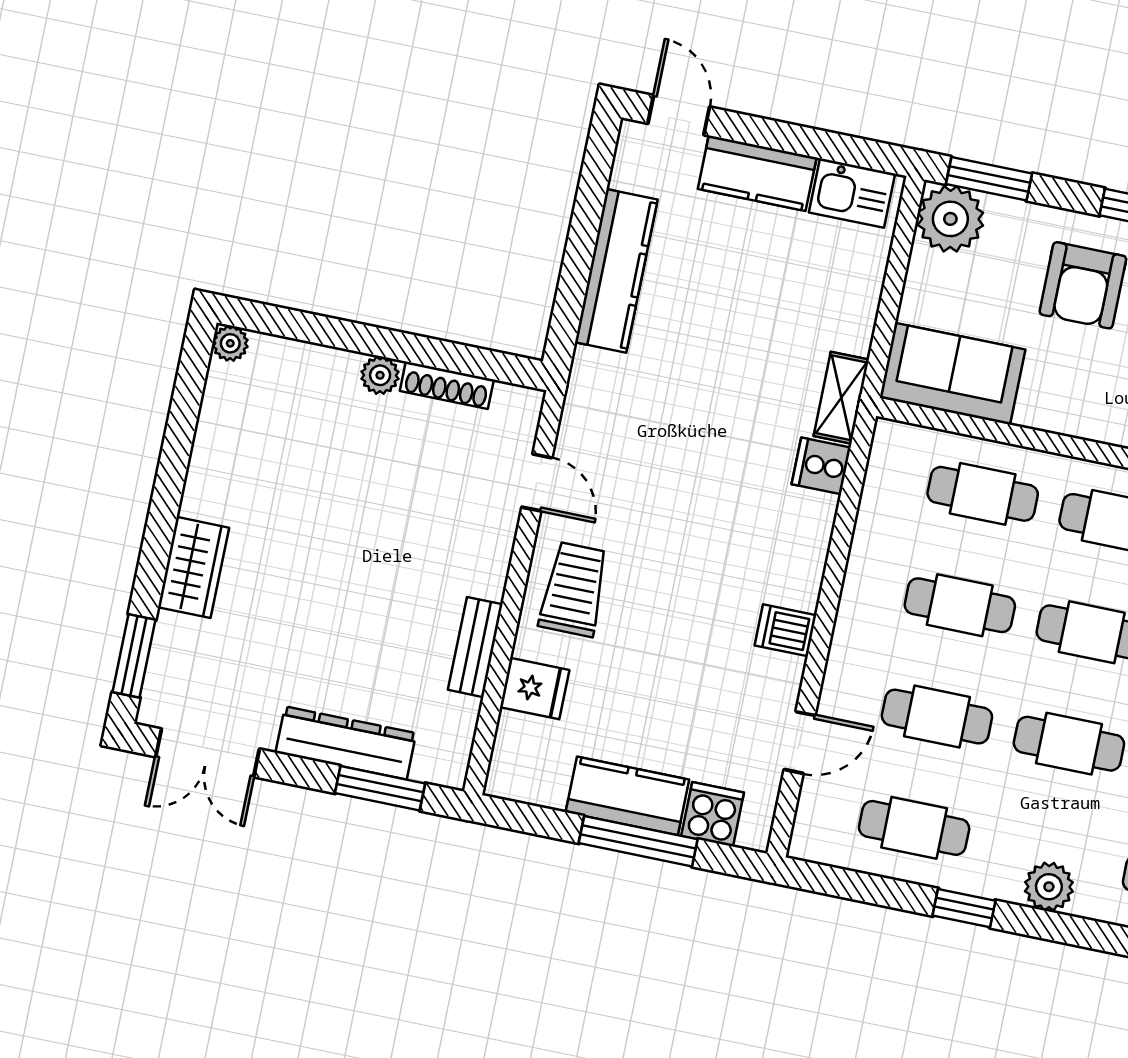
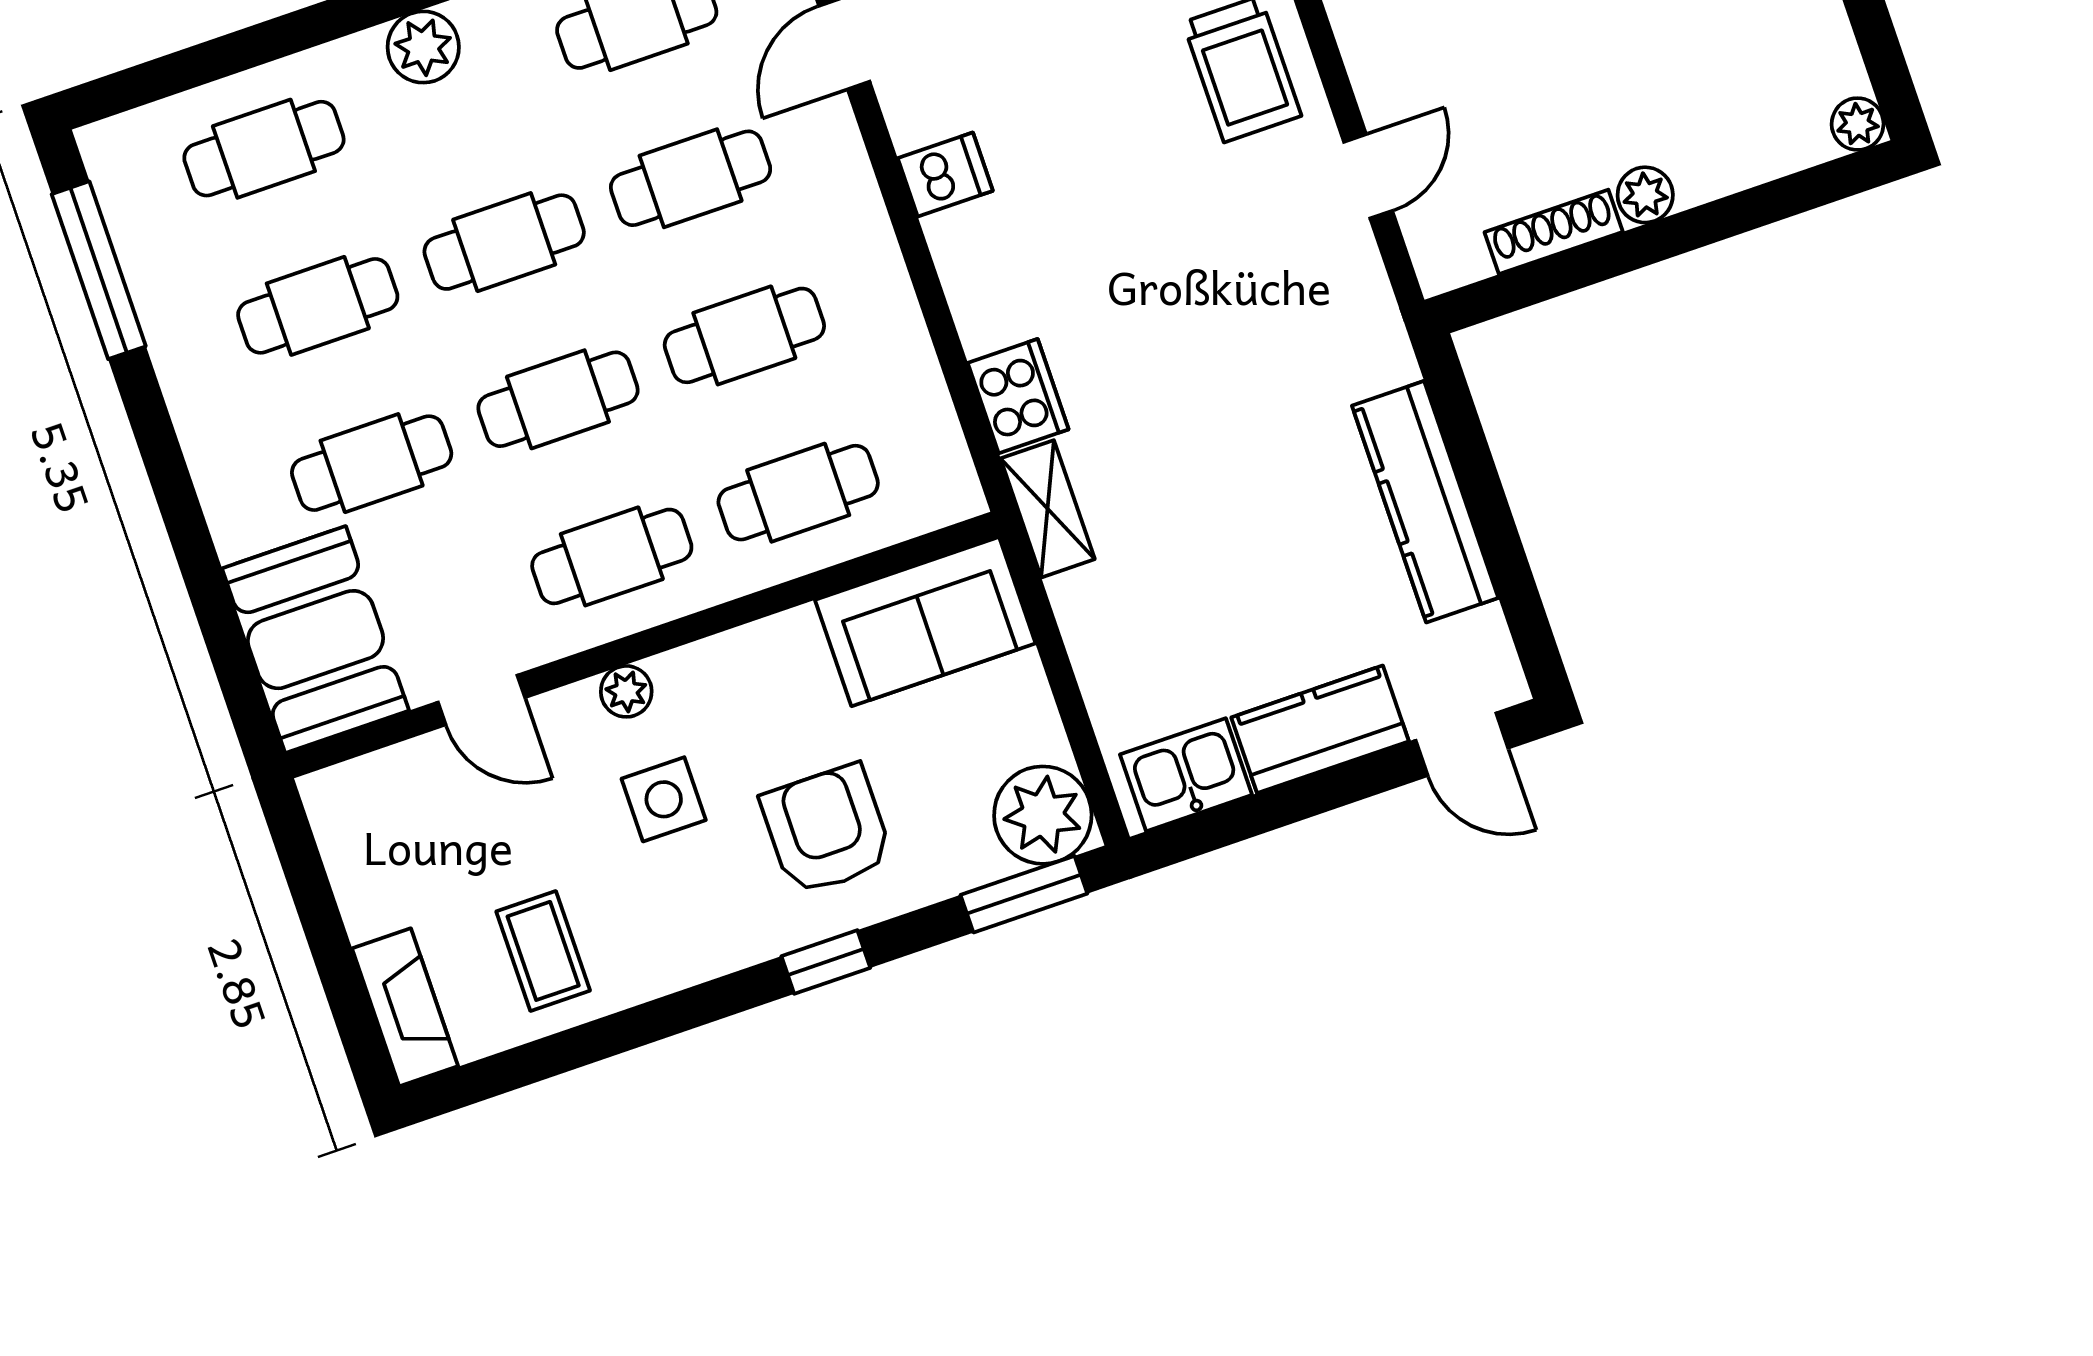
cooker: (821, 466) -> (1018, 396), width x1.36
door: (537, 482) -> (1368, 176), swing flipped

